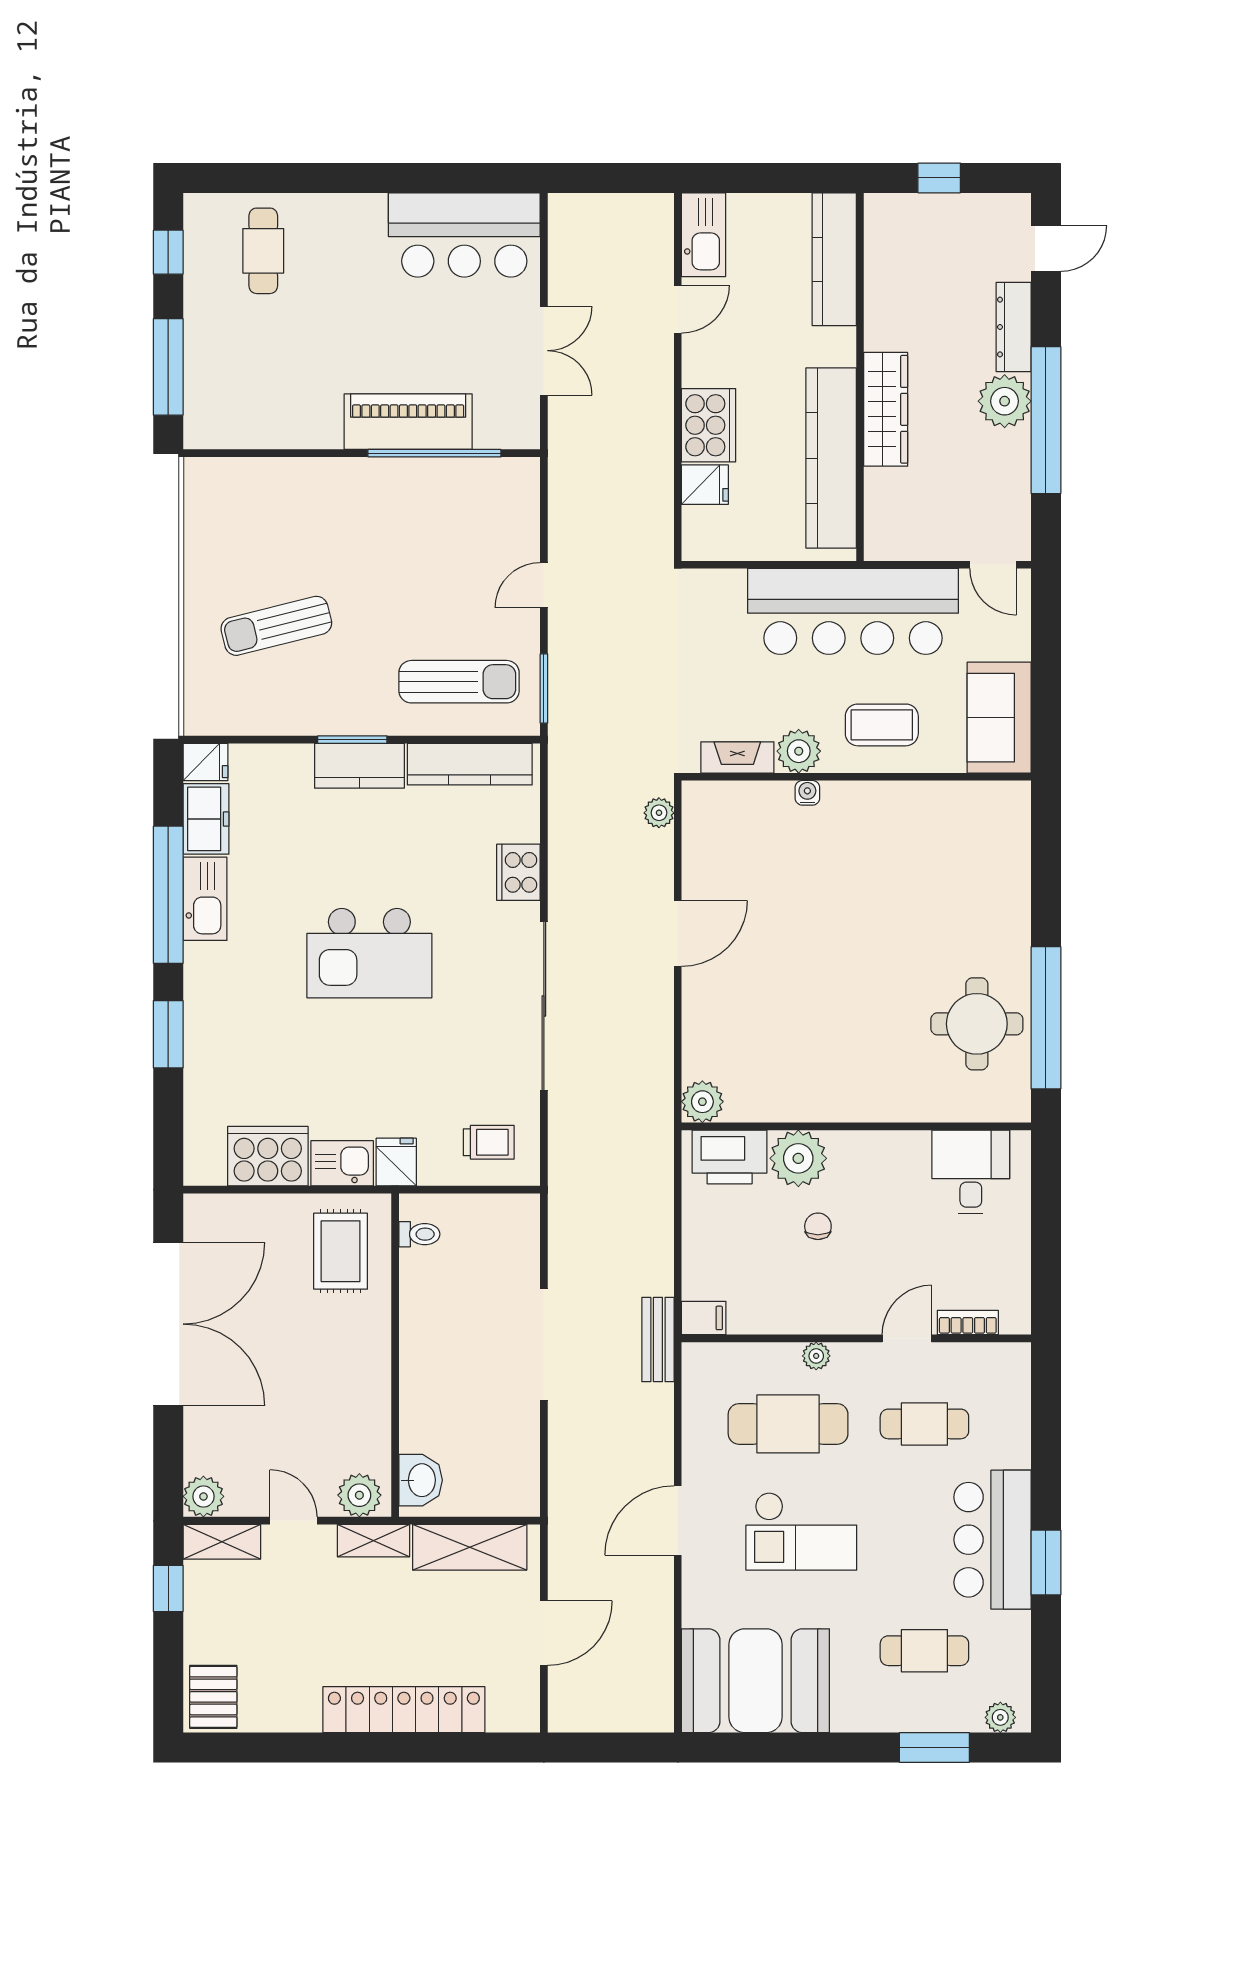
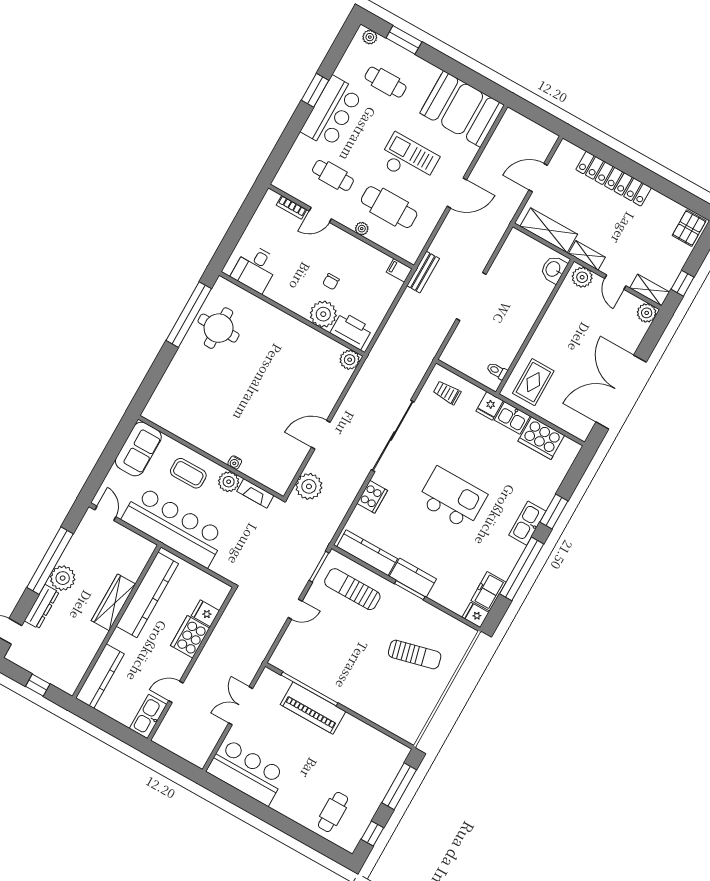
plant: (659, 813) -> (309, 486), width x1.88, depth x1.88
kitchen sink: (205, 899) -> (527, 523), moved

